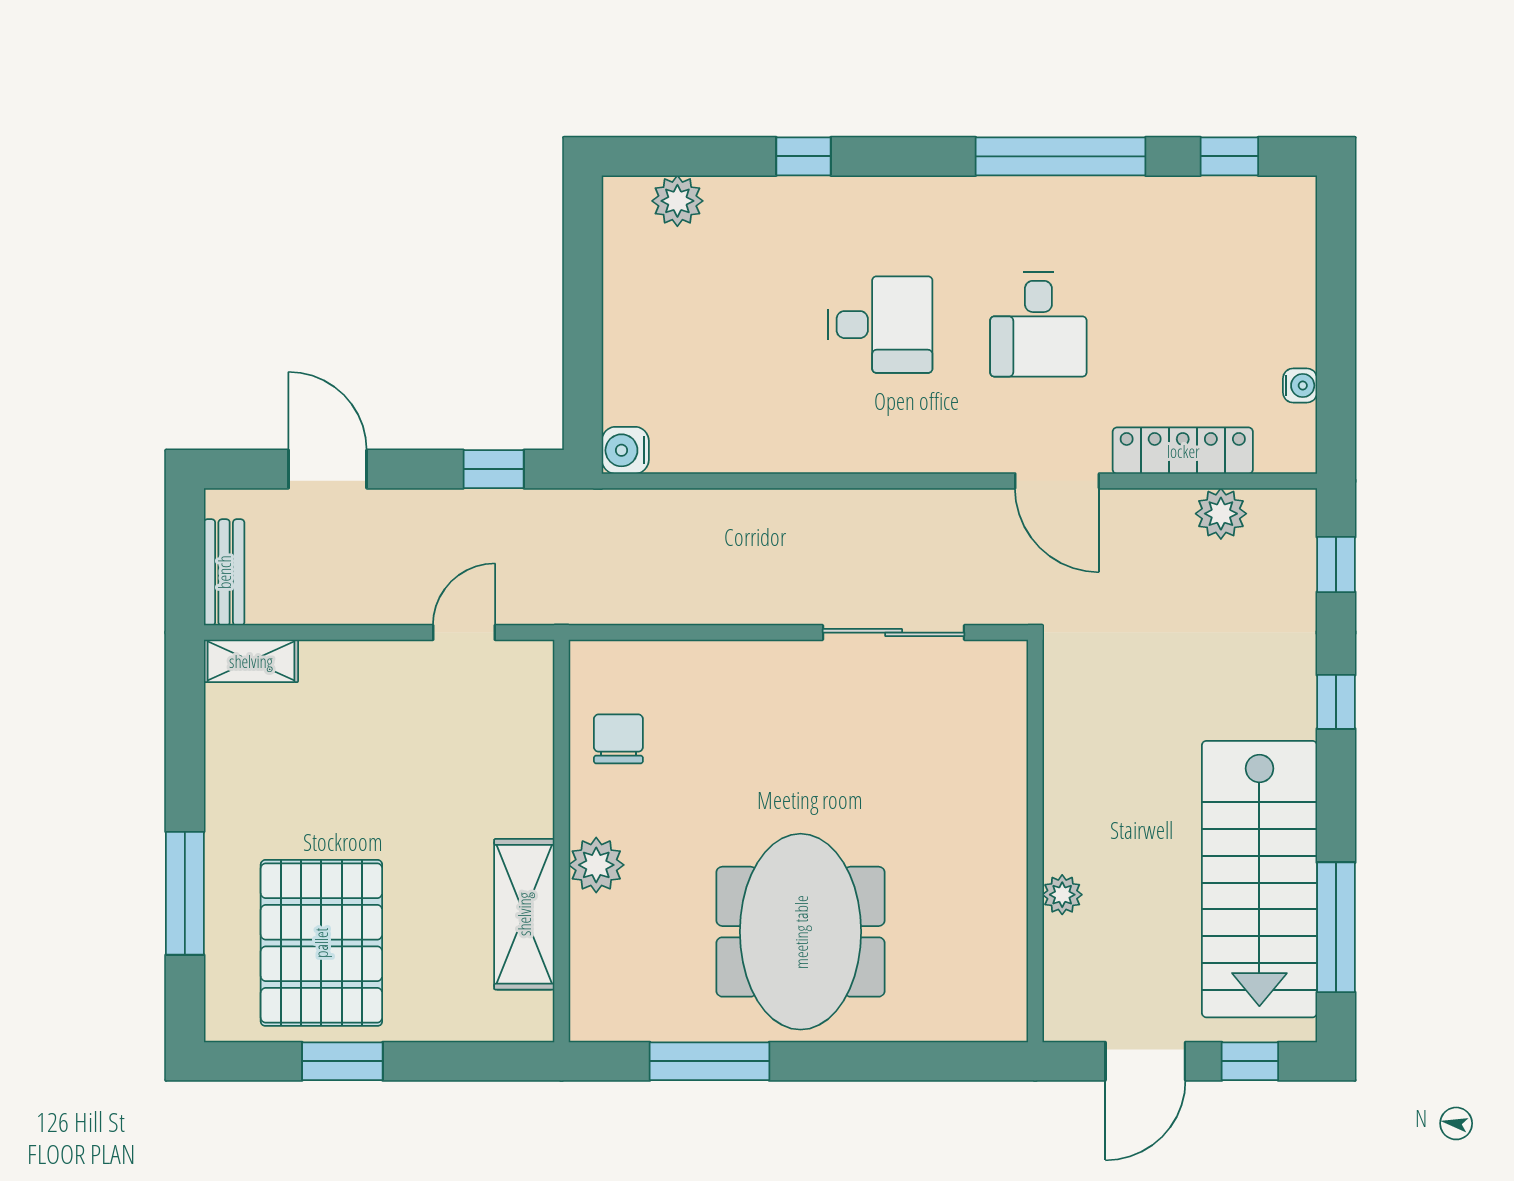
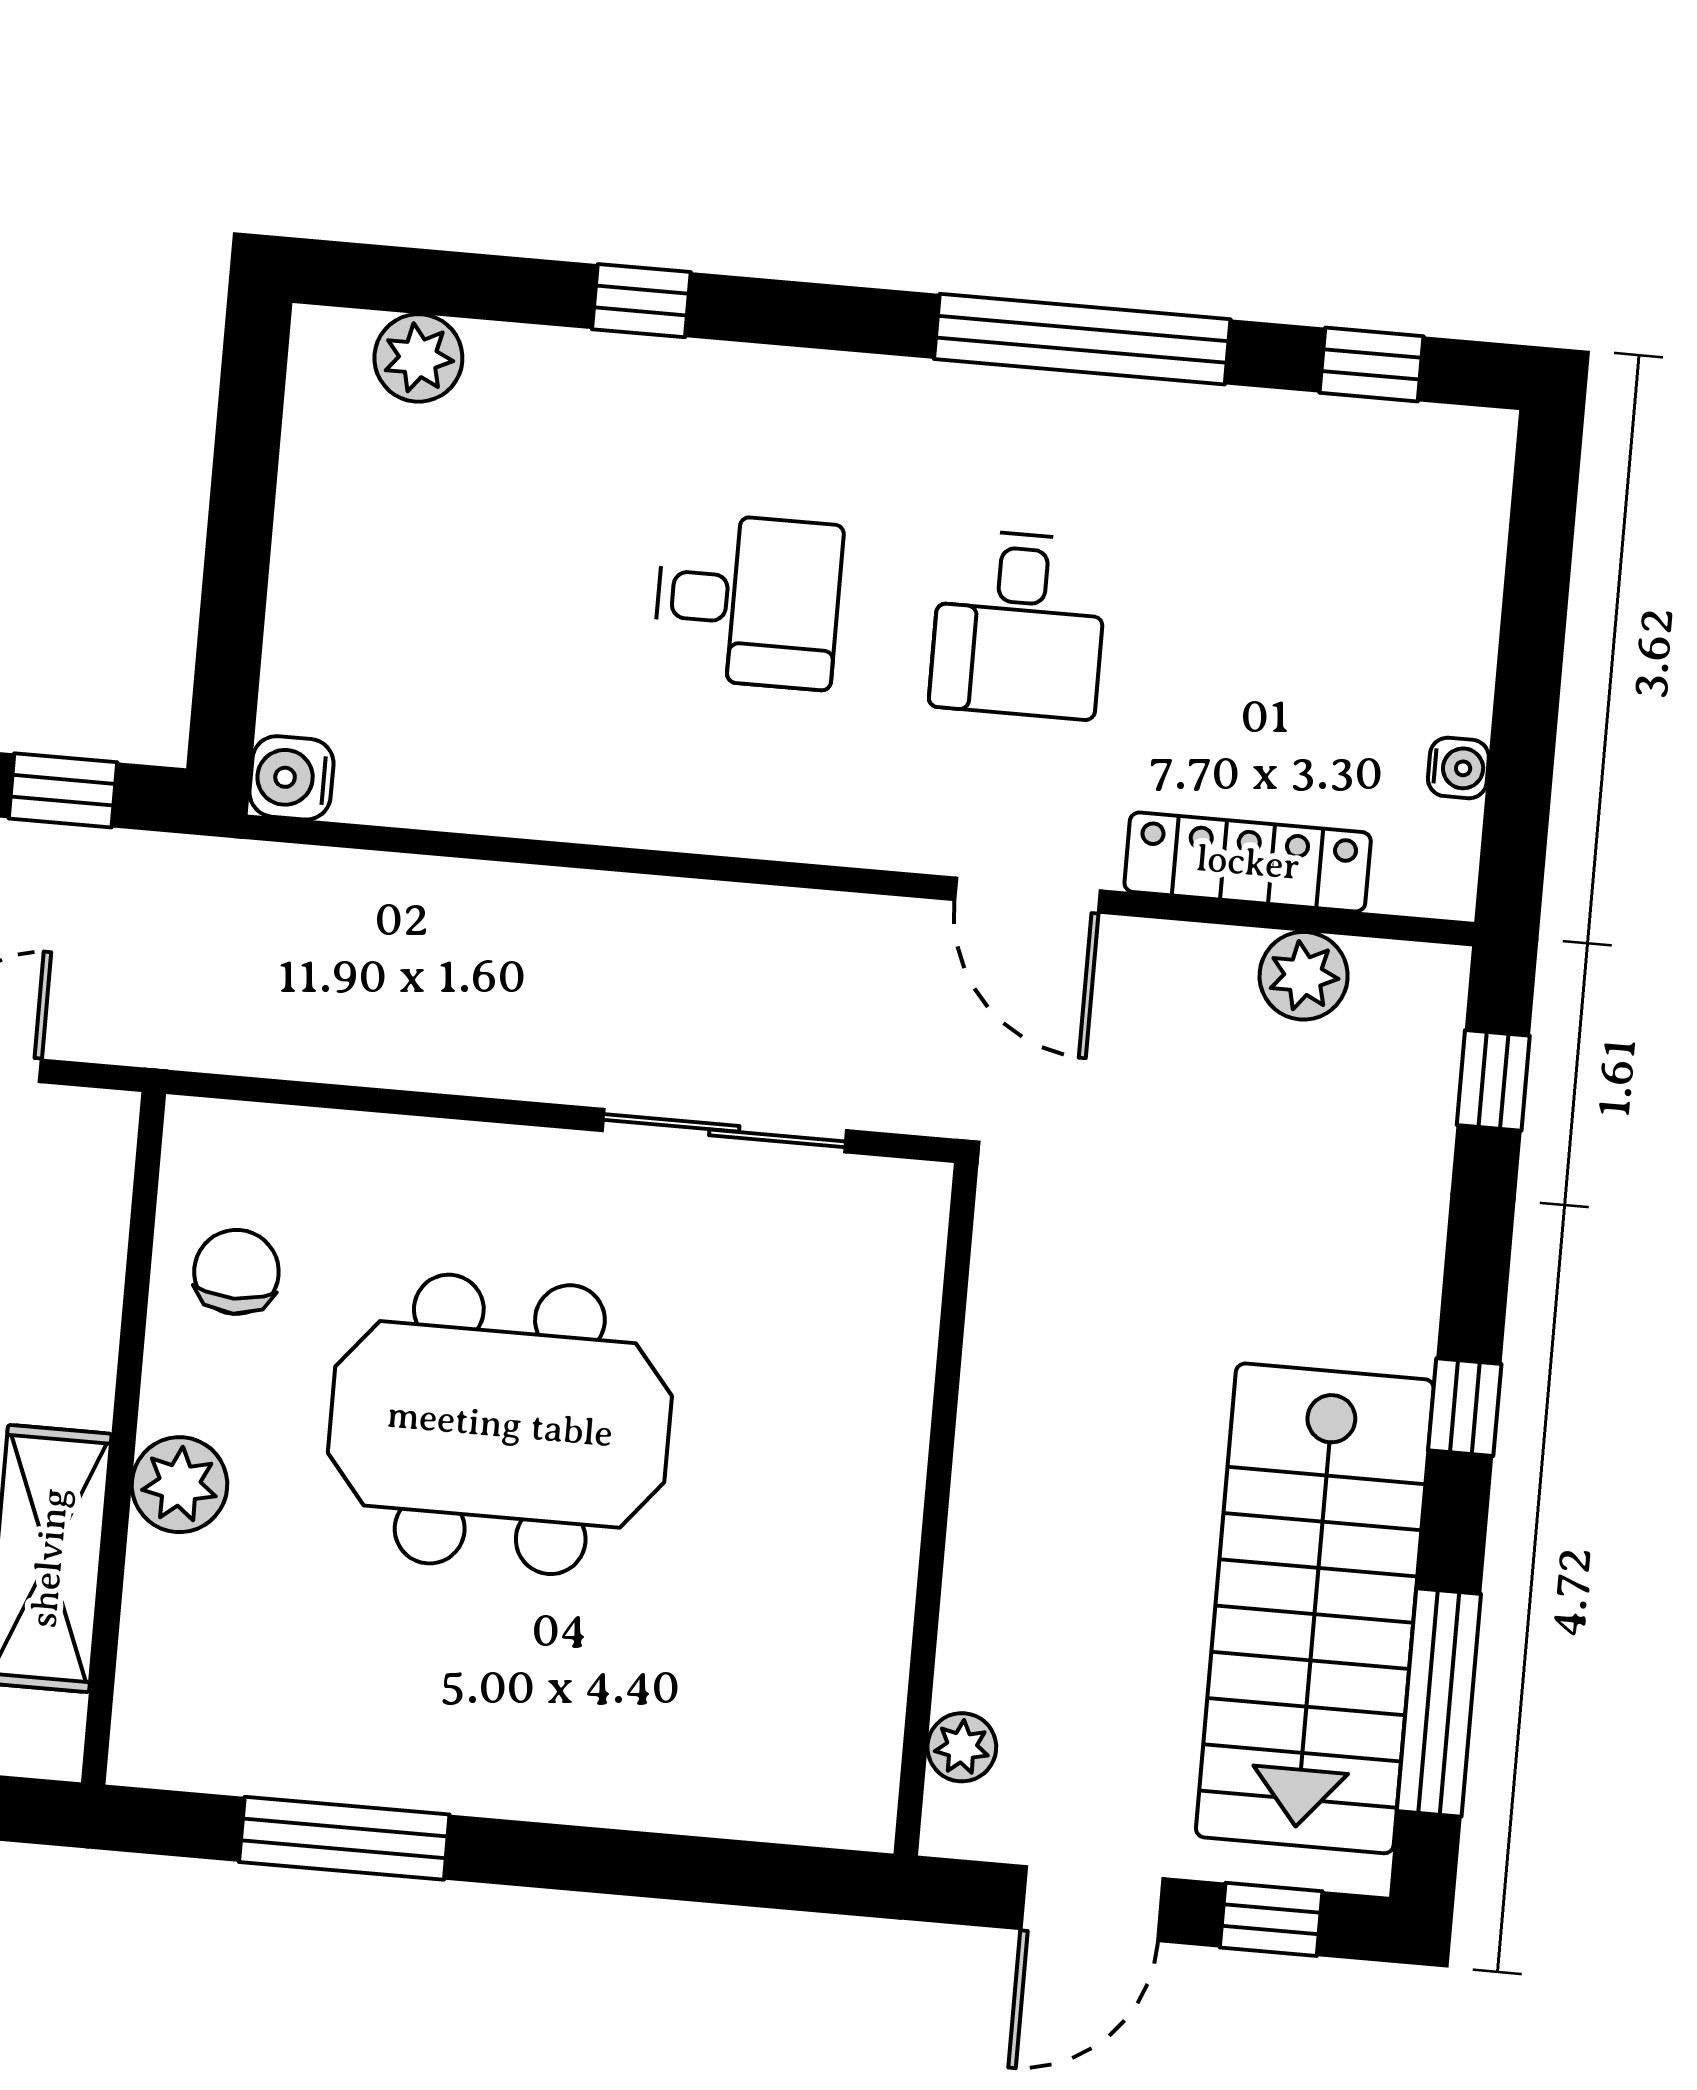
window: (1336, 702) -> (1465, 1407), moved
plant: (1062, 895) -> (962, 1747), moved
meeting table: (801, 932) -> (500, 1424), moved, turned 90

